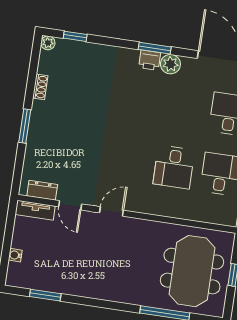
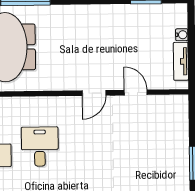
dresser: (42, 190) -> (166, 103), removed
tv unit: (35, 210) -> (181, 61), moved, turned -90

